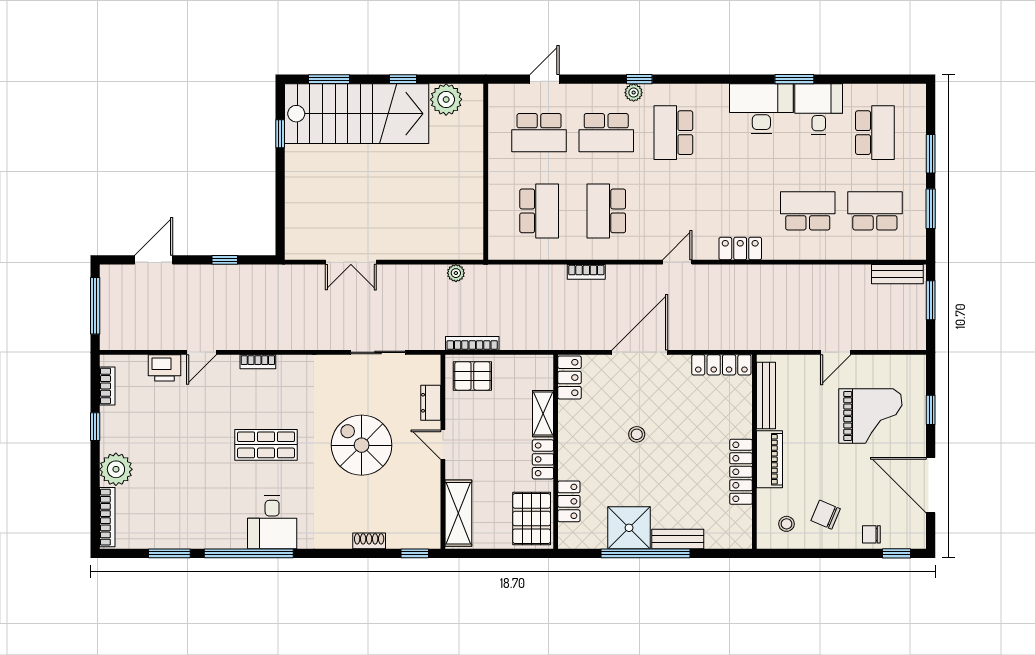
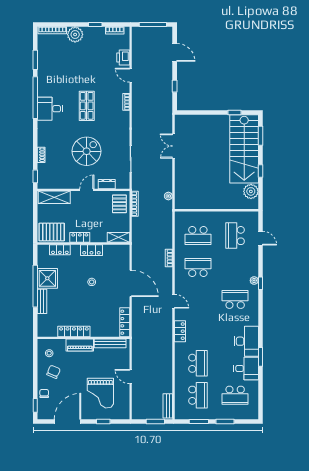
school desk: (606, 133) -> (235, 267), removed
locker: (570, 378) -> (91, 250), moved
shelving: (543, 414) -> (119, 237), moved

